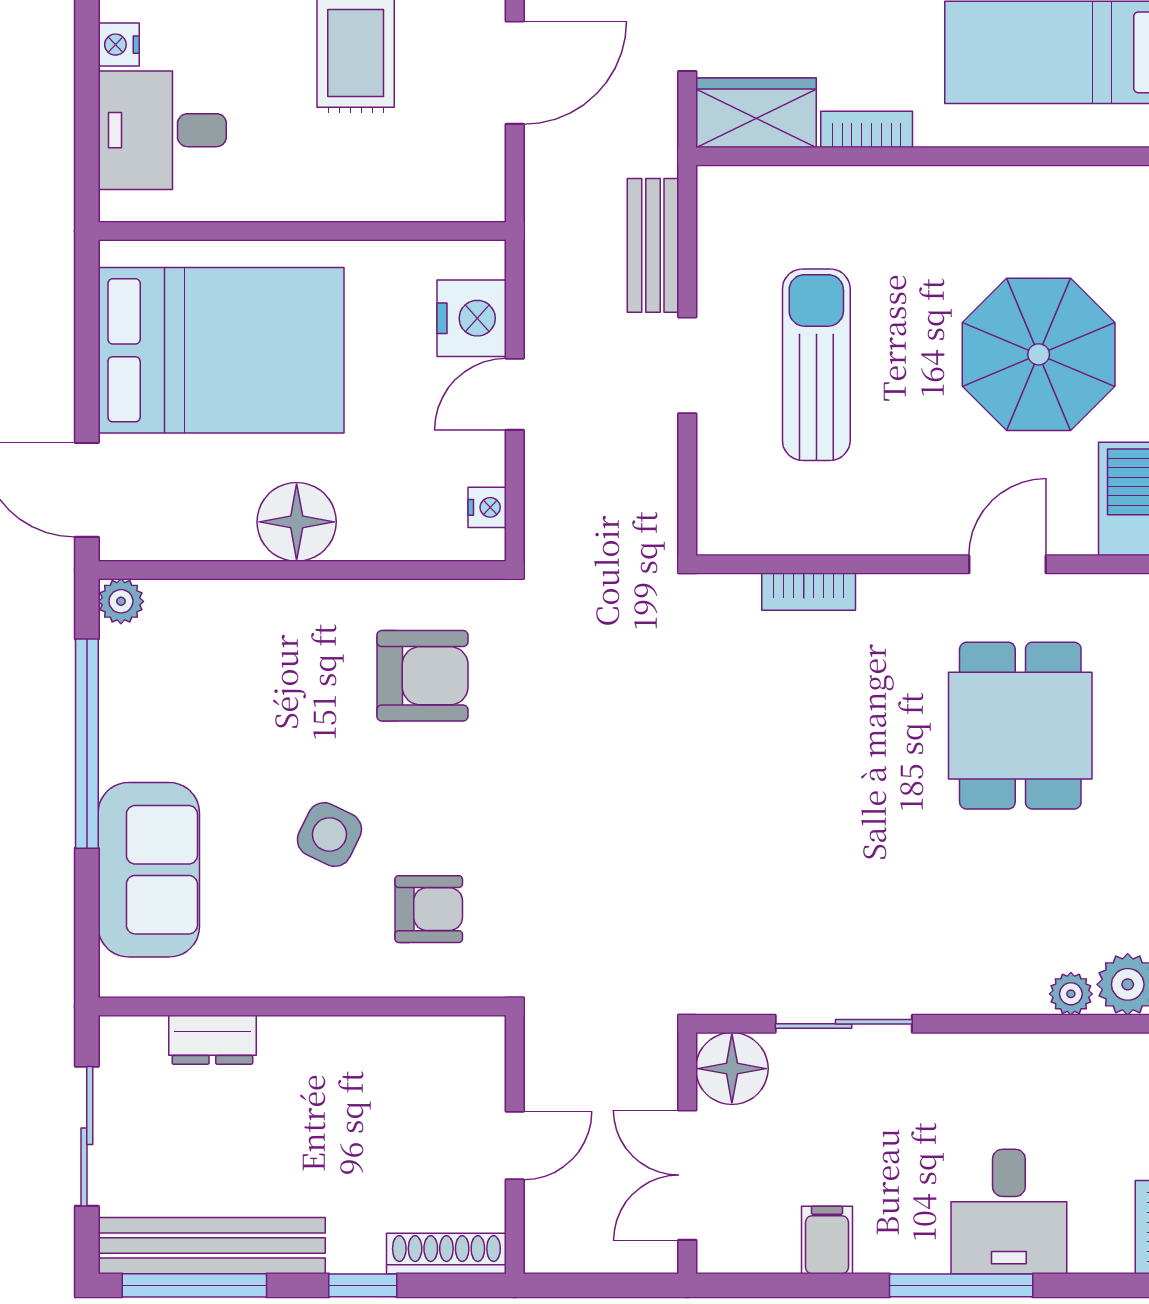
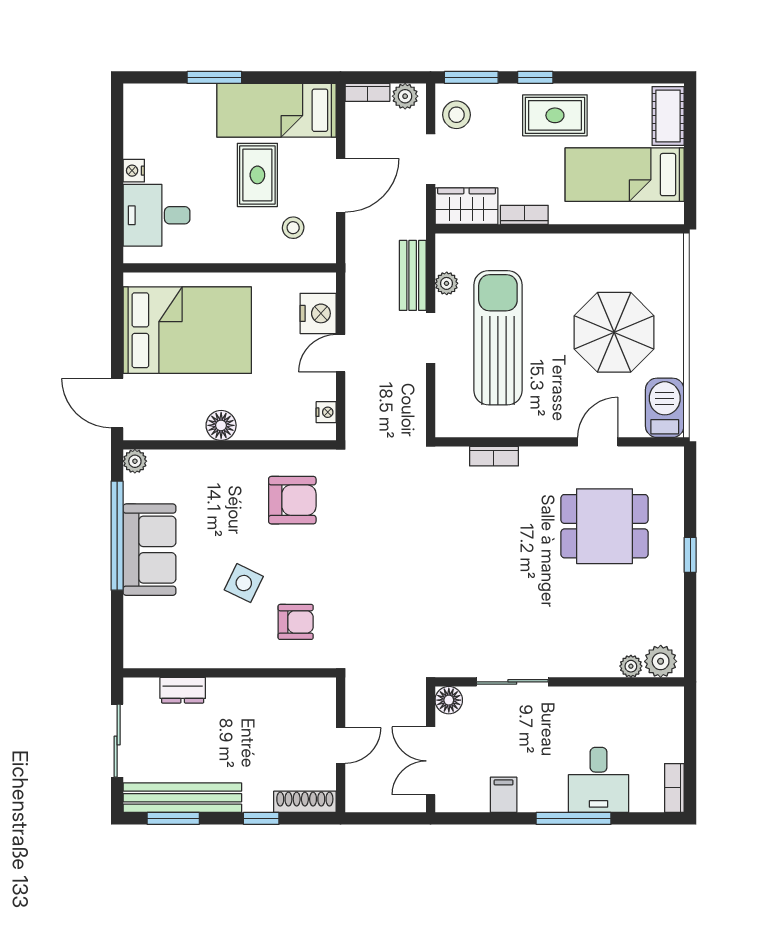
stool: (424, 154) -> (293, 228), added
plant: (718, 261) -> (447, 283), added
sun lounger: (816, 365) -> (498, 338), width x1.36, depth x1.34
floor lamp: (297, 522) -> (221, 425), width x0.73, depth x0.73
dining table: (1020, 726) -> (605, 526), turned 90
sofa: (149, 870) -> (149, 550), moved
floor lamp: (732, 1069) -> (449, 700), width x0.73, depth x0.73
window: (194, 1285) -> (173, 818), width x0.69

